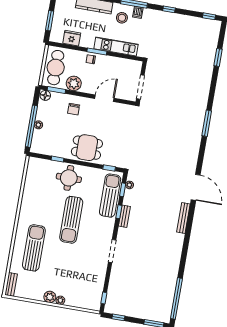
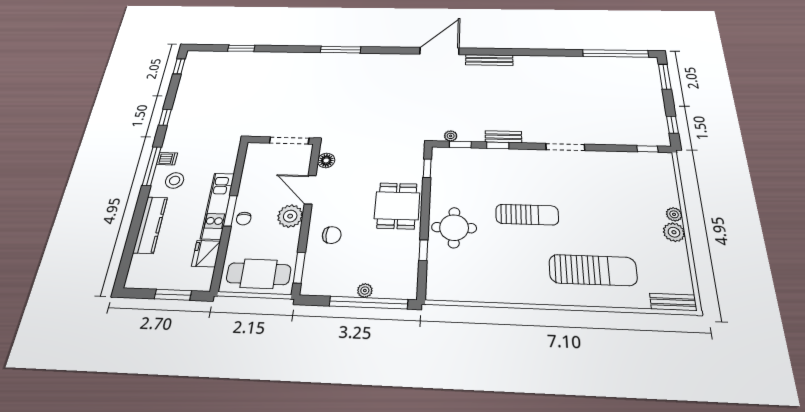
kitchen unit: (116, 47) -> (218, 206), moved
plant: (74, 83) -> (290, 216), moved
floor lamp: (45, 95) -> (326, 160), moved
sun lounger: (110, 196) -> (473, 161), removed
sun lounger: (71, 220) -> (527, 215), width x0.73, depth x0.75
sun lounger: (34, 248) -> (593, 270), turned 180

